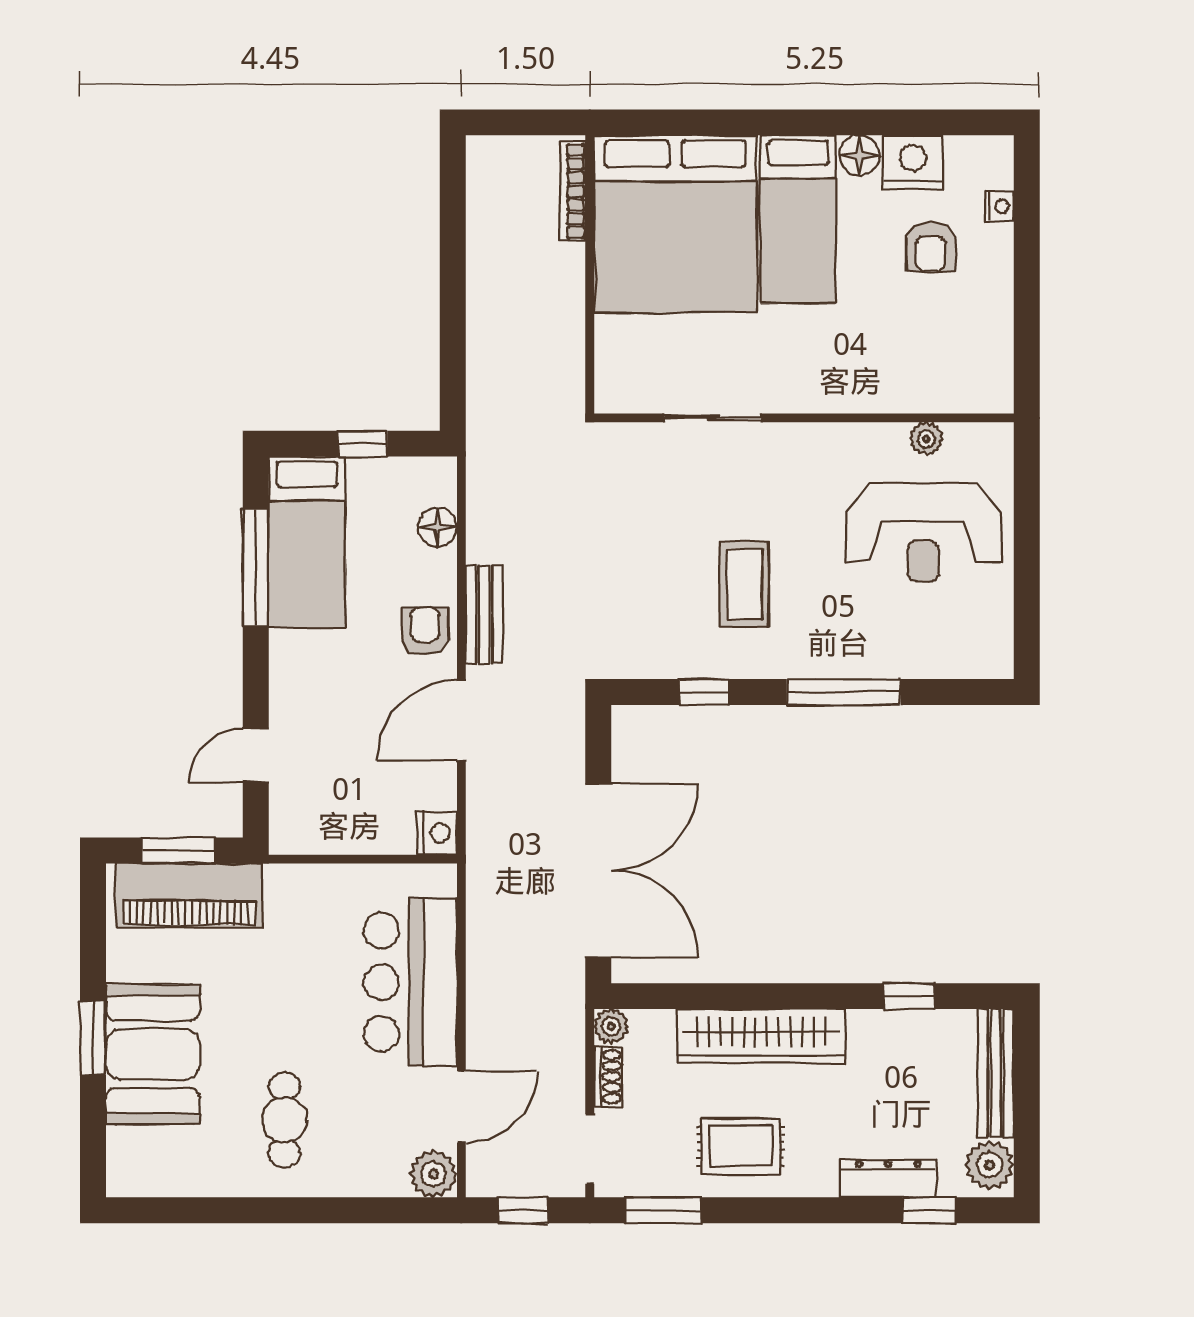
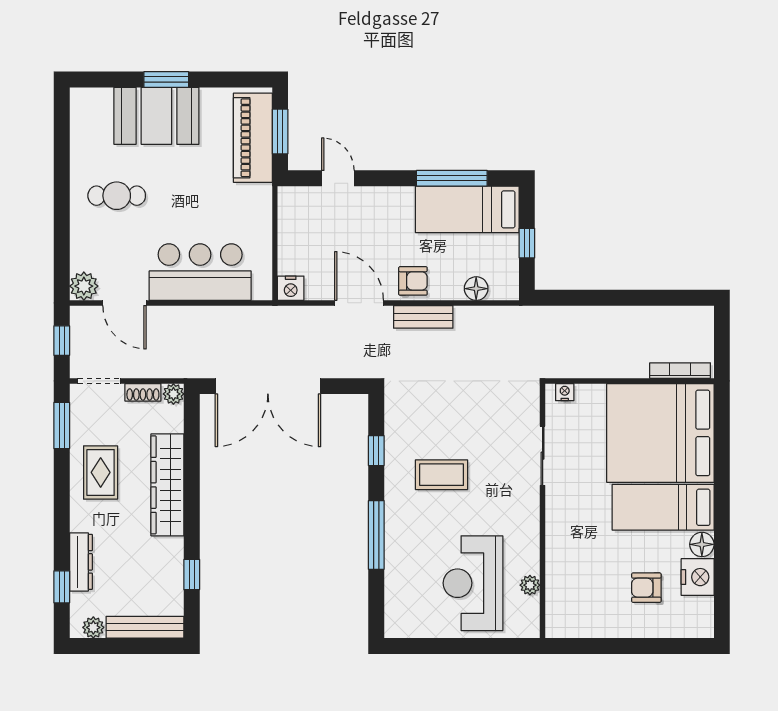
nightstand: (1000, 206) -> (565, 392), moved, turned 180
plant: (989, 1165) -> (93, 627), width x0.73, depth x0.73

